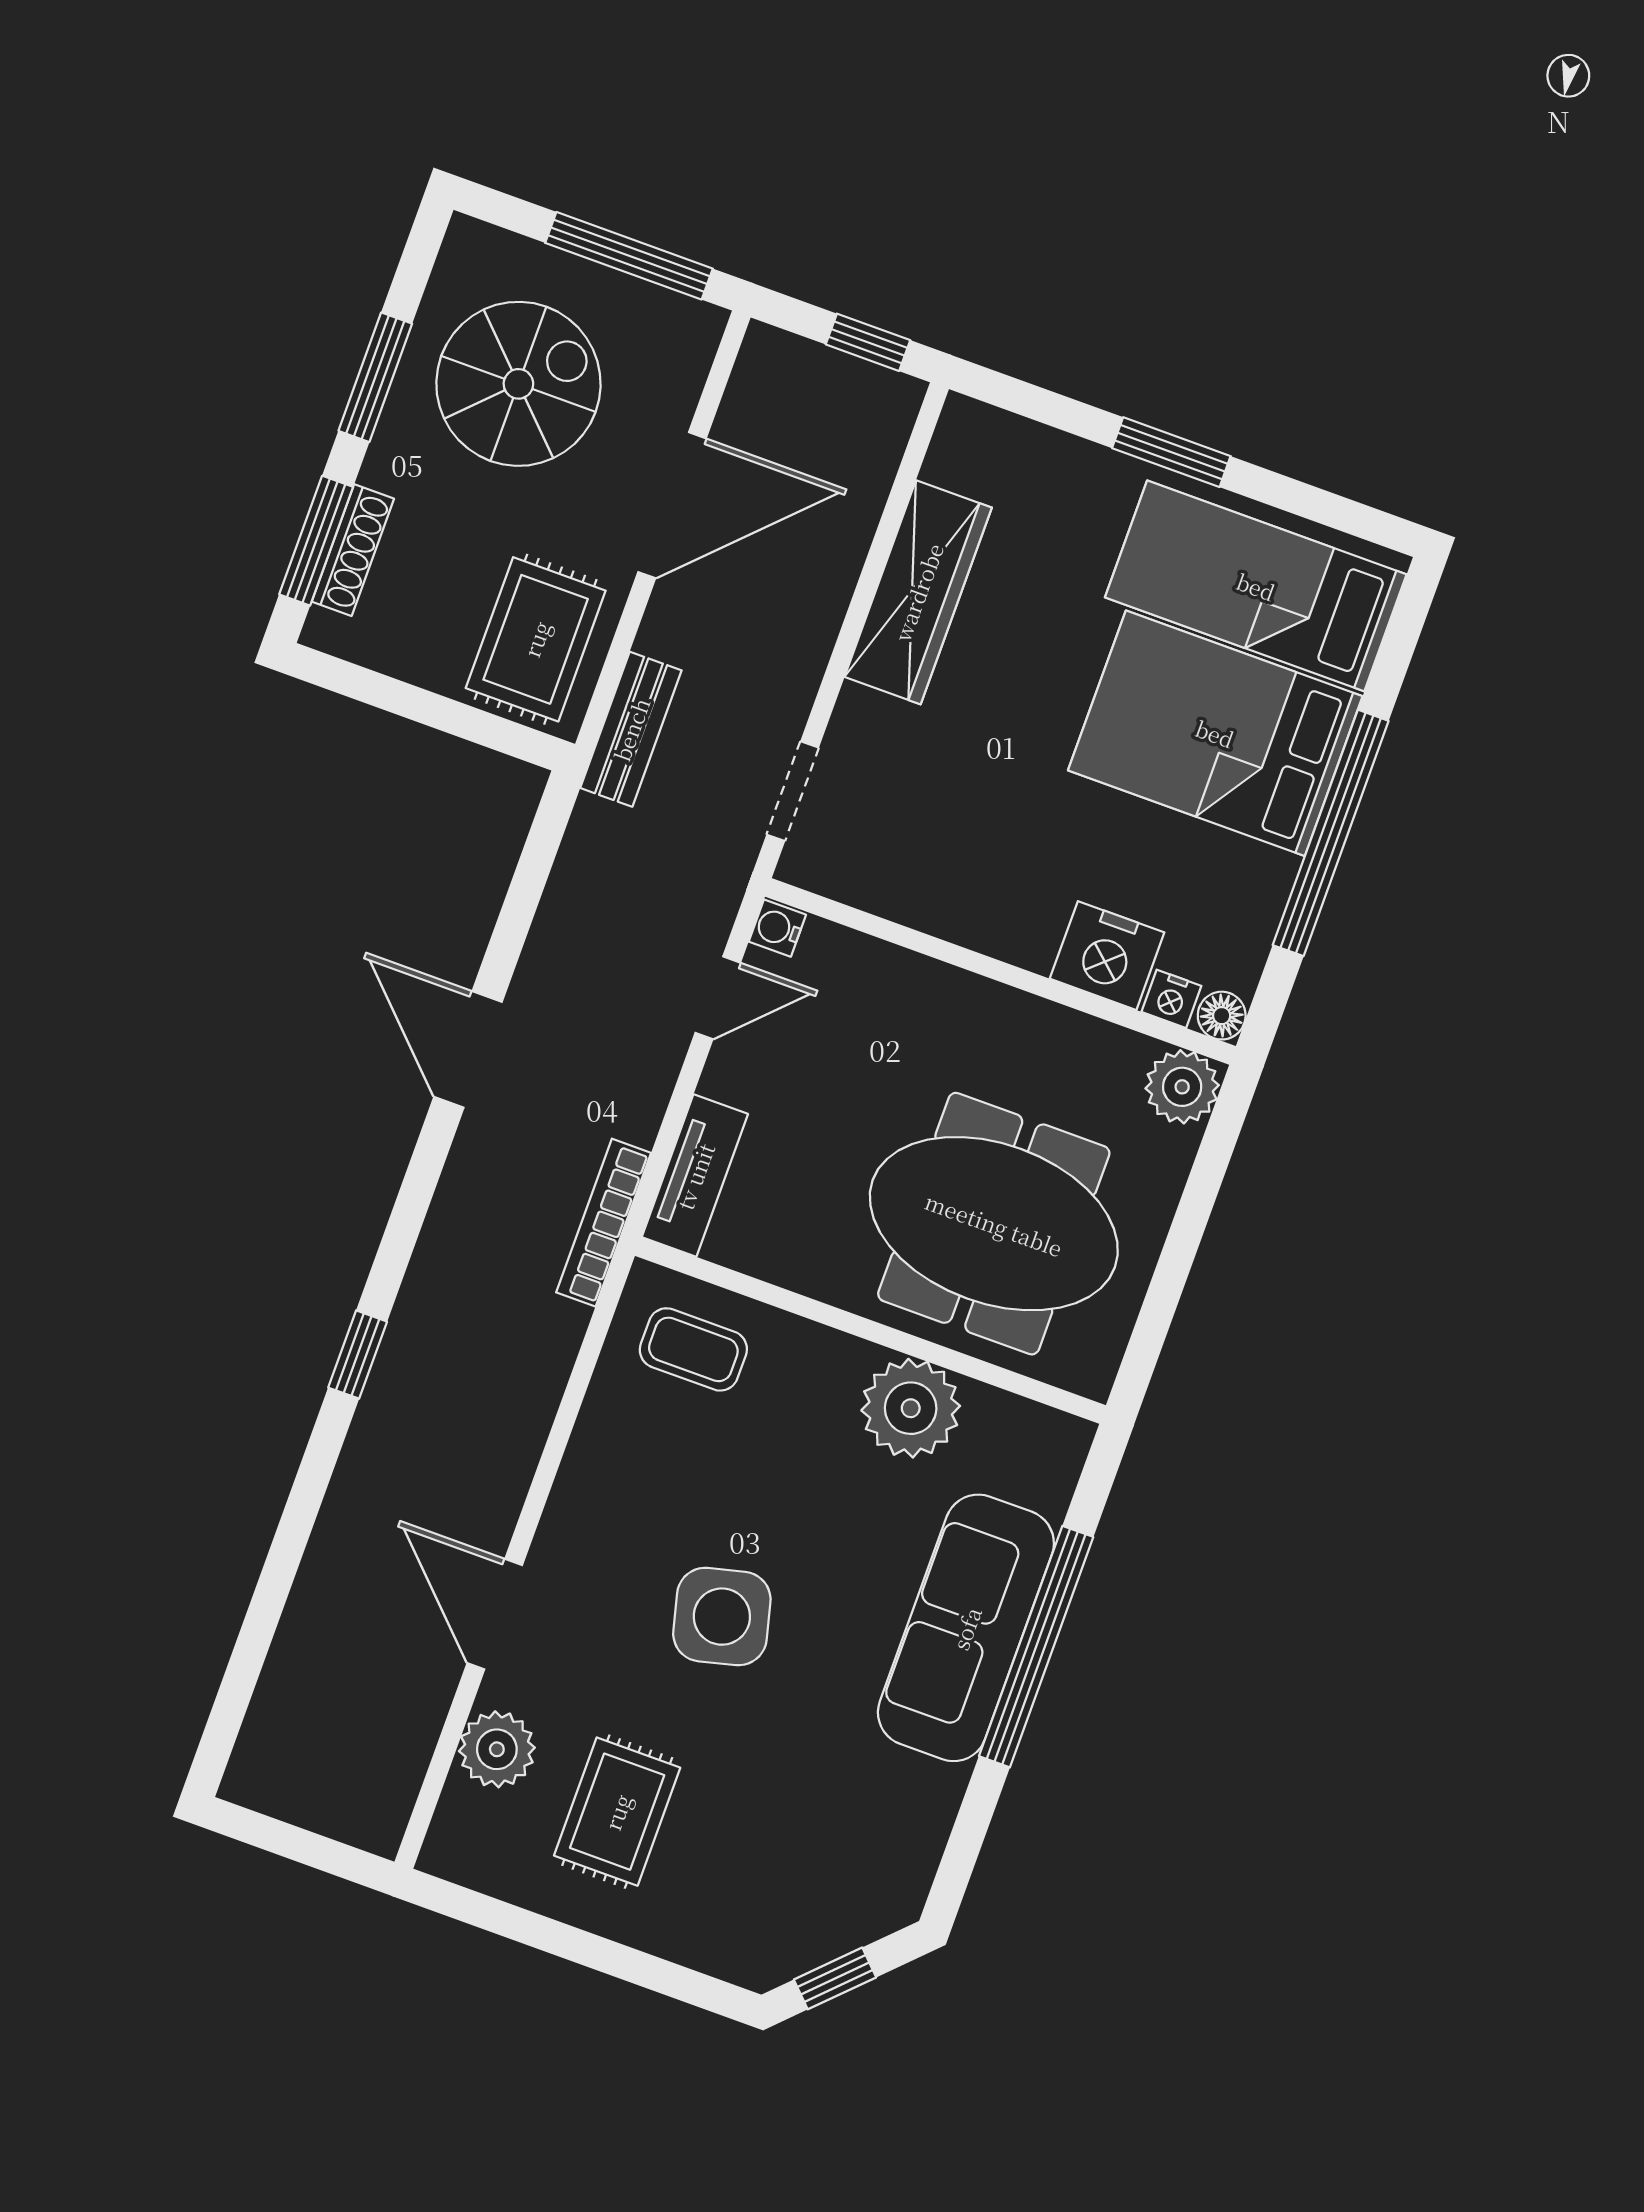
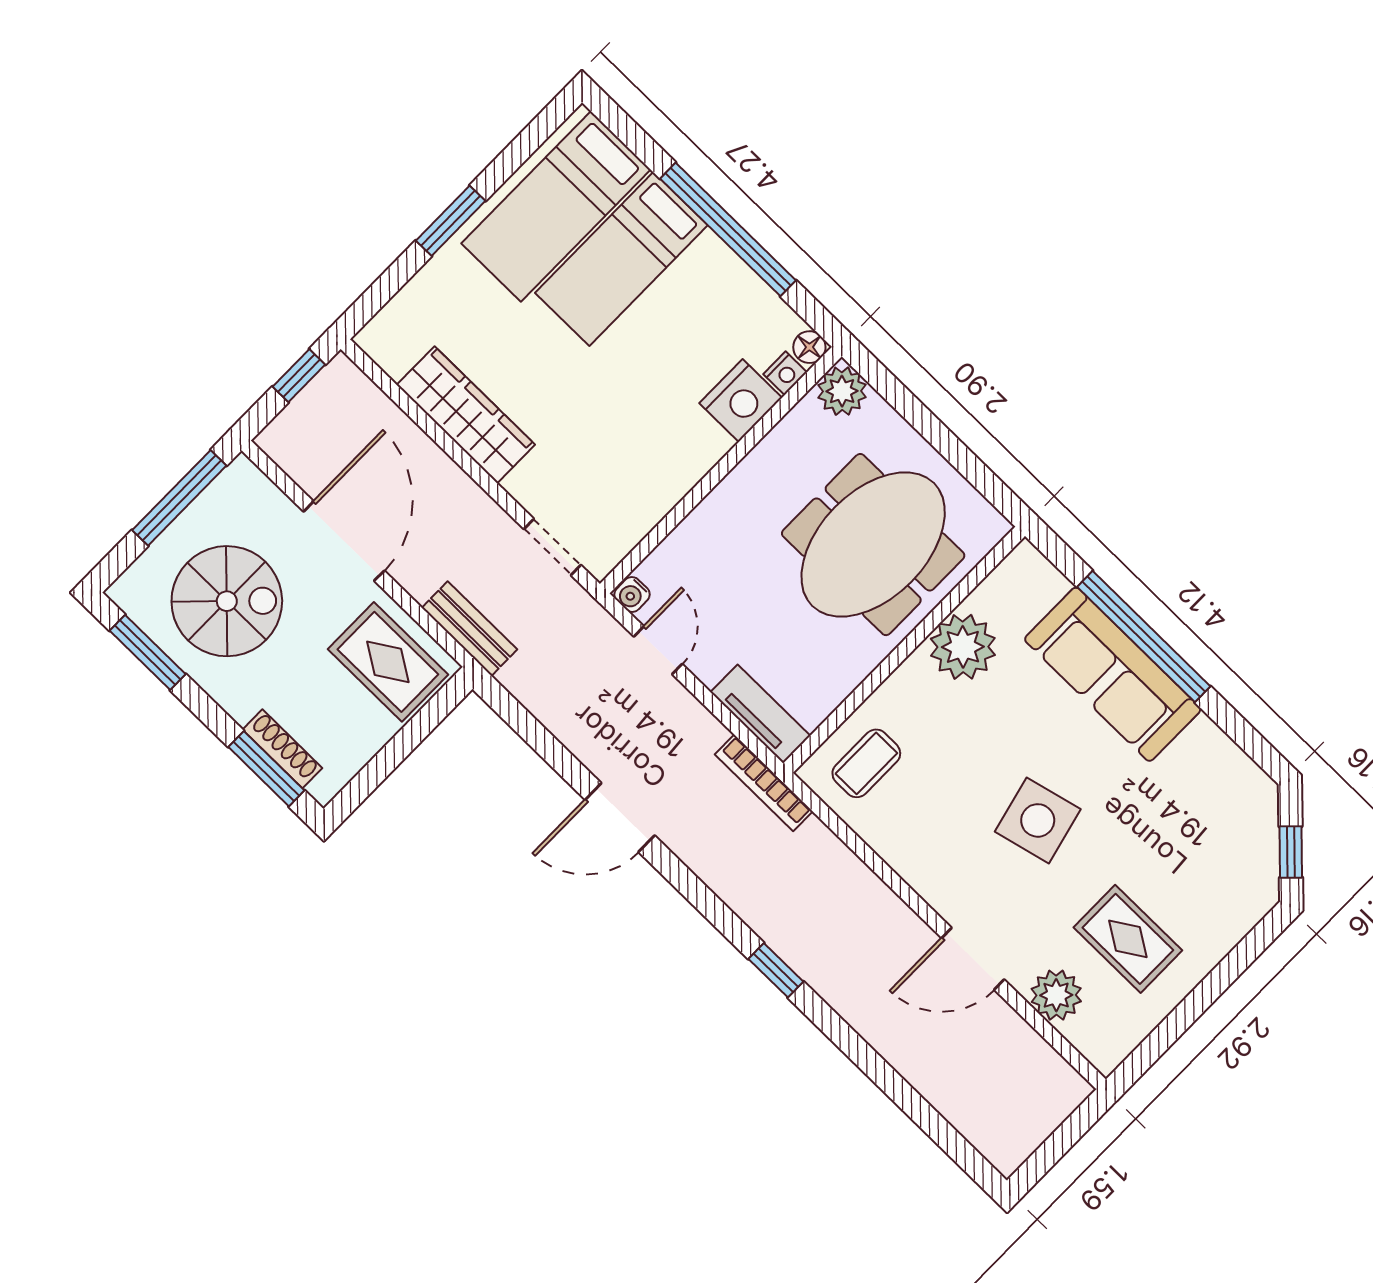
window: (375, 377) -> (148, 652), moved
spiral stairs: (518, 384) -> (227, 601), turned 90
bed: (1215, 733) -> (621, 259), width x0.67

